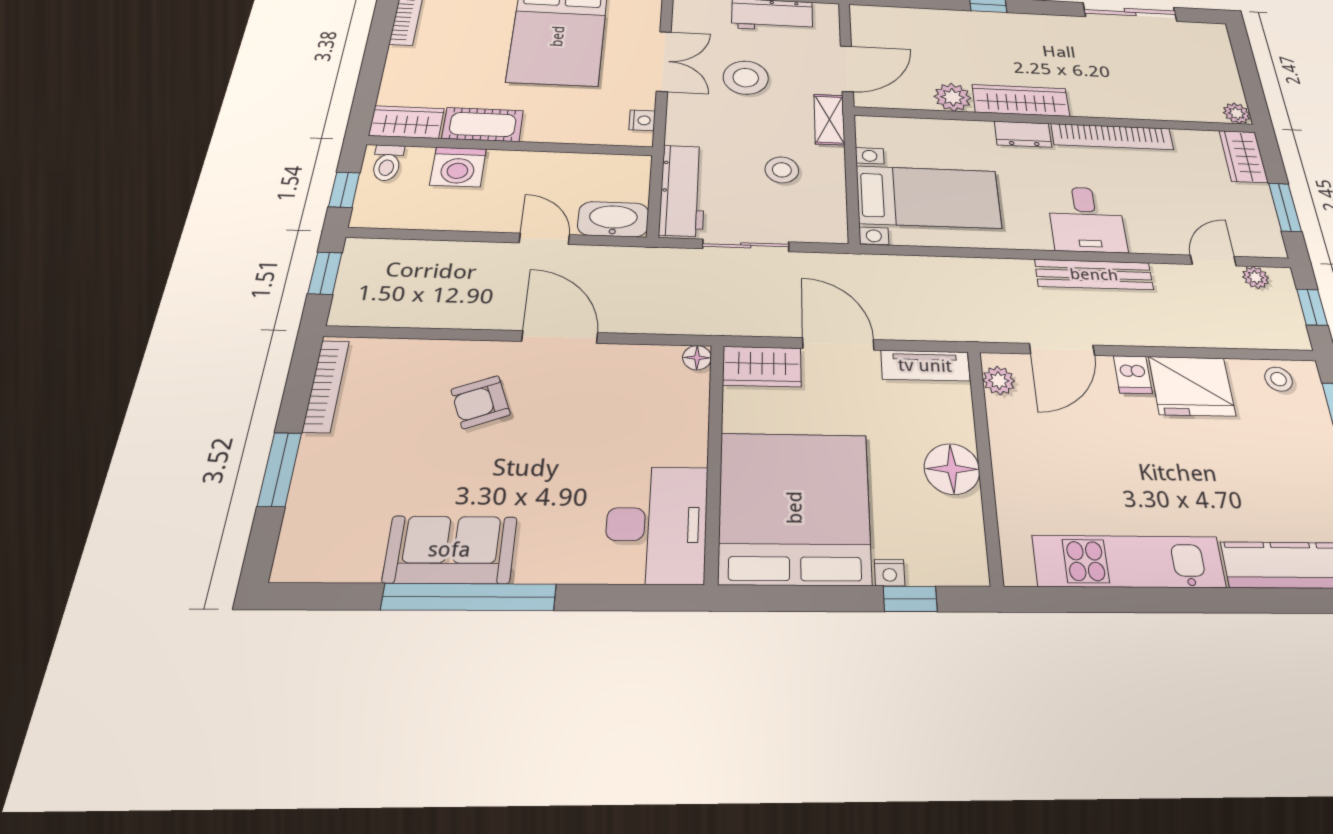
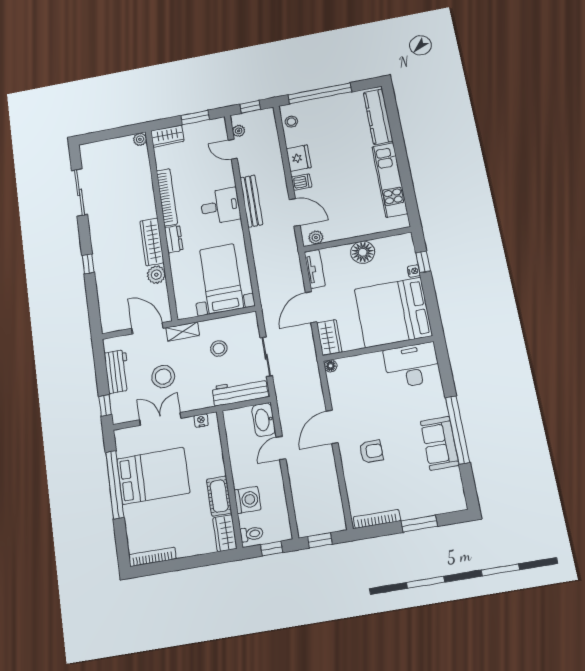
fridge: (1192, 386) -> (299, 158), width x0.73, depth x0.75
armchair: (481, 402) -> (371, 451), turned -69

